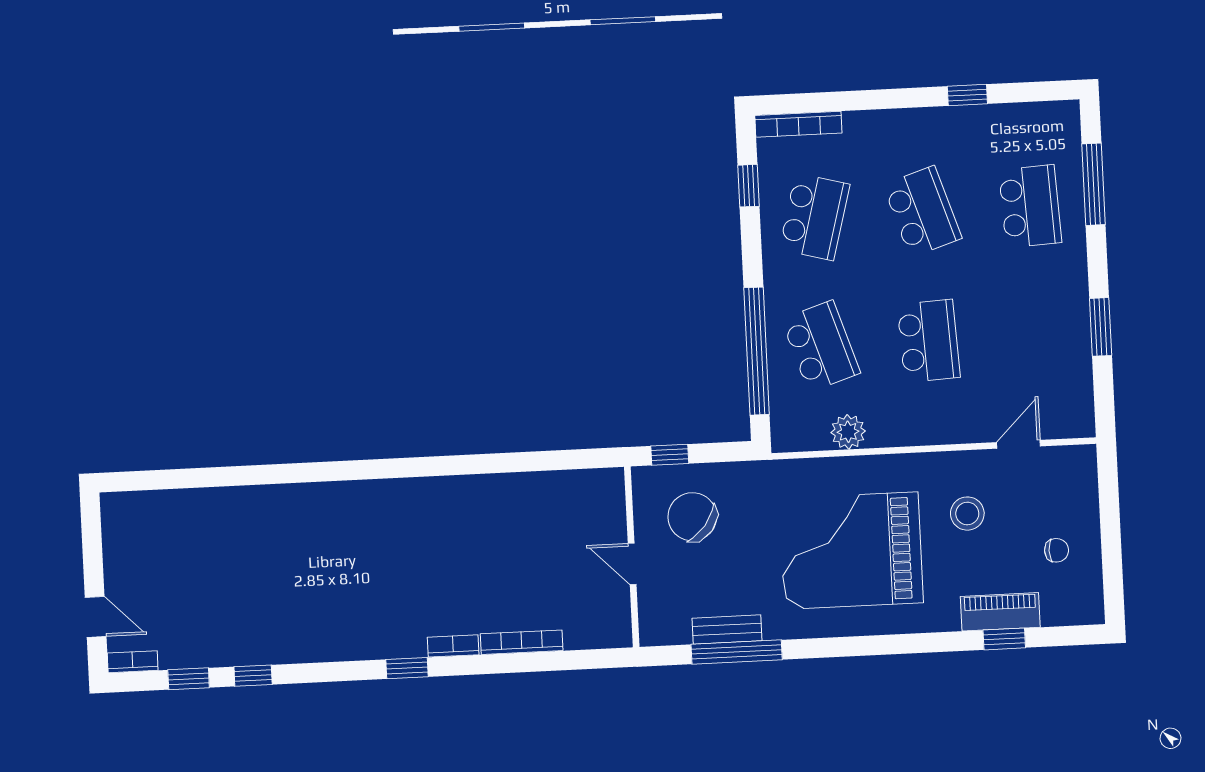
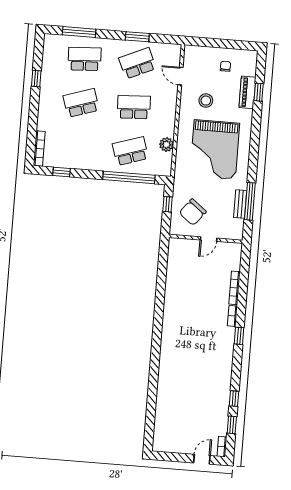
school desk: (815, 217) -> (137, 63), moved, turned -39
window: (670, 455) -> (167, 204), moved

